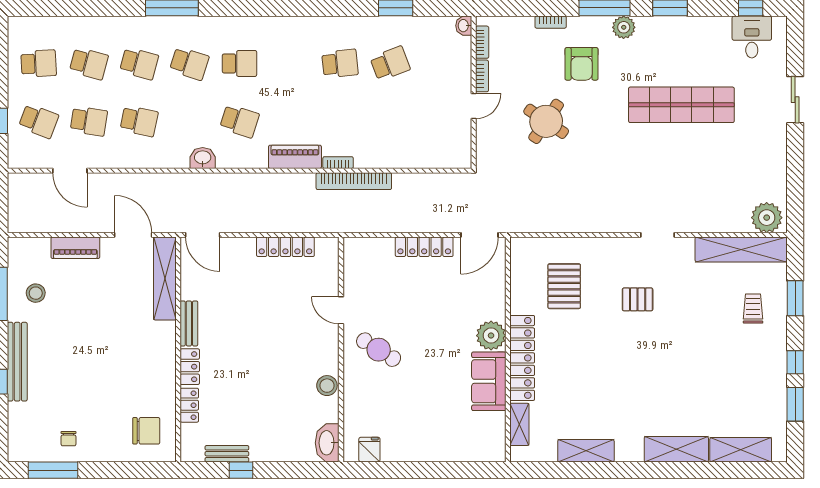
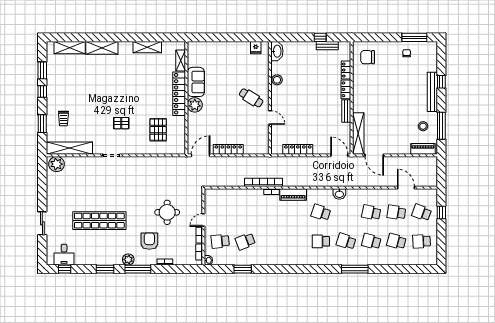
school desk: (340, 63) -> (220, 241), moved
round table: (546, 121) -> (167, 212), turned -34
piano: (75, 248) -> (423, 149), moved

